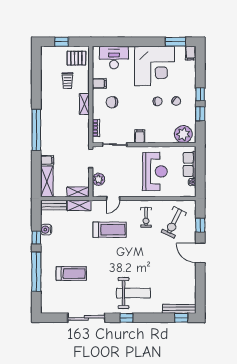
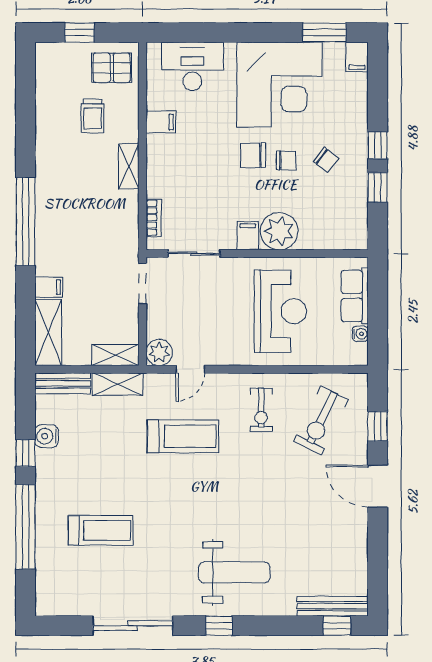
chair: (112, 102) -> (253, 155), moved
plant: (183, 134) -> (279, 231), moved
plant: (99, 179) -> (159, 353), moved

